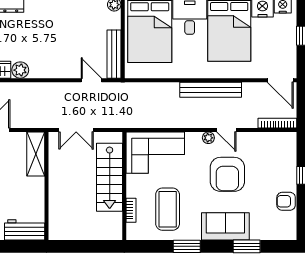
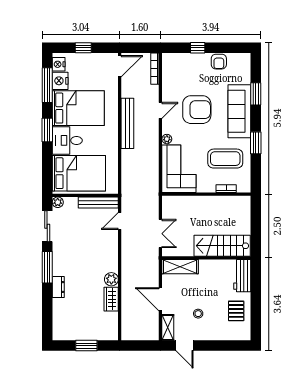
plant: (208, 138) -> (167, 139), moved
stairs: (110, 177) -> (222, 246), moved, turned 180
sofa: (225, 226) -> (239, 111), width x1.36

